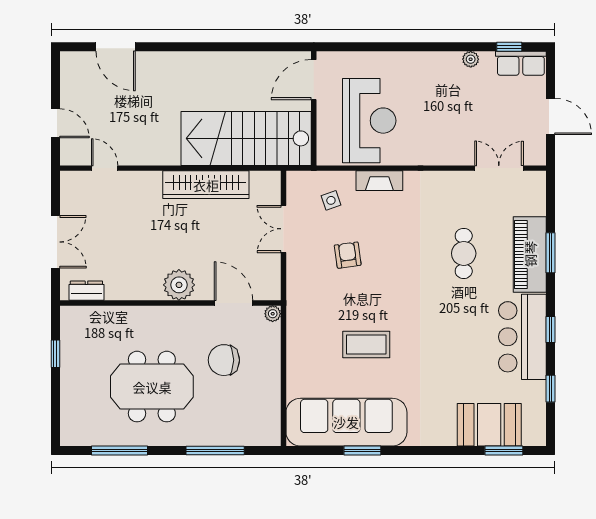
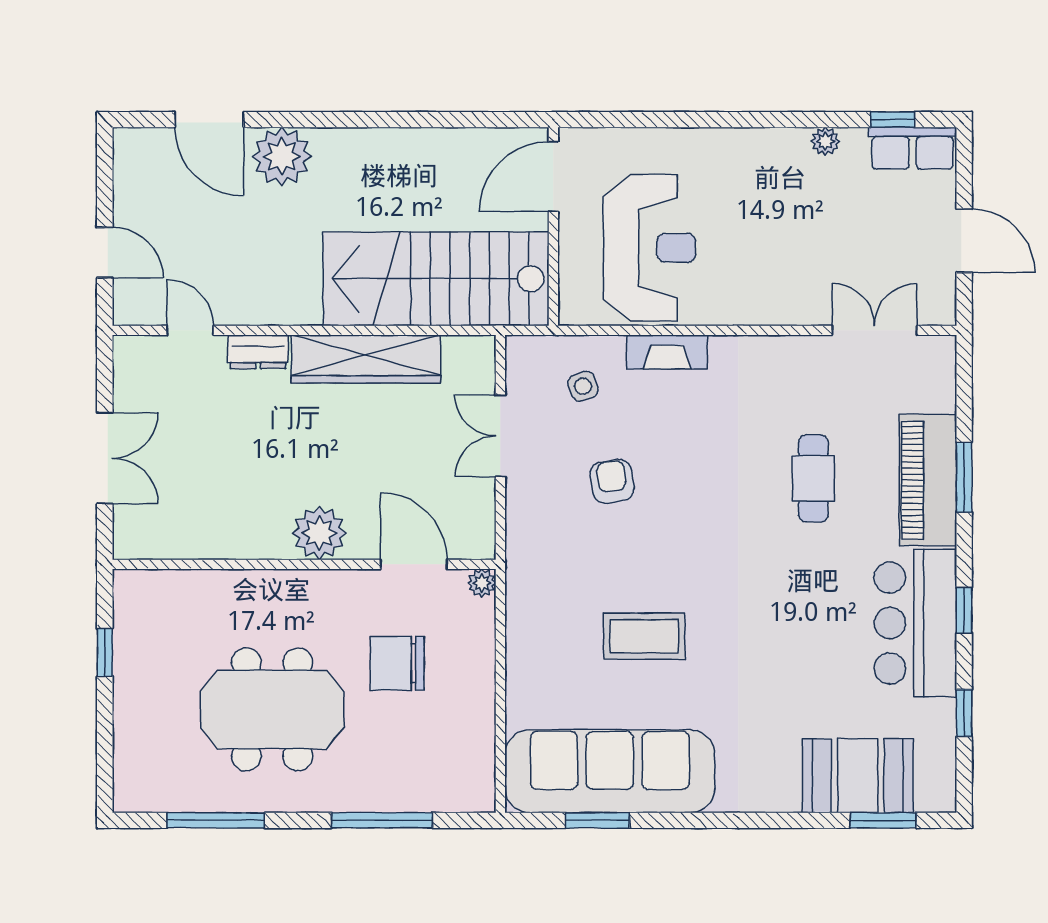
plant: (157, 68) -> (282, 157), added
dresser: (86, 291) -> (258, 352), moved, turned 180
window: (362, 451) -> (597, 820), moved

